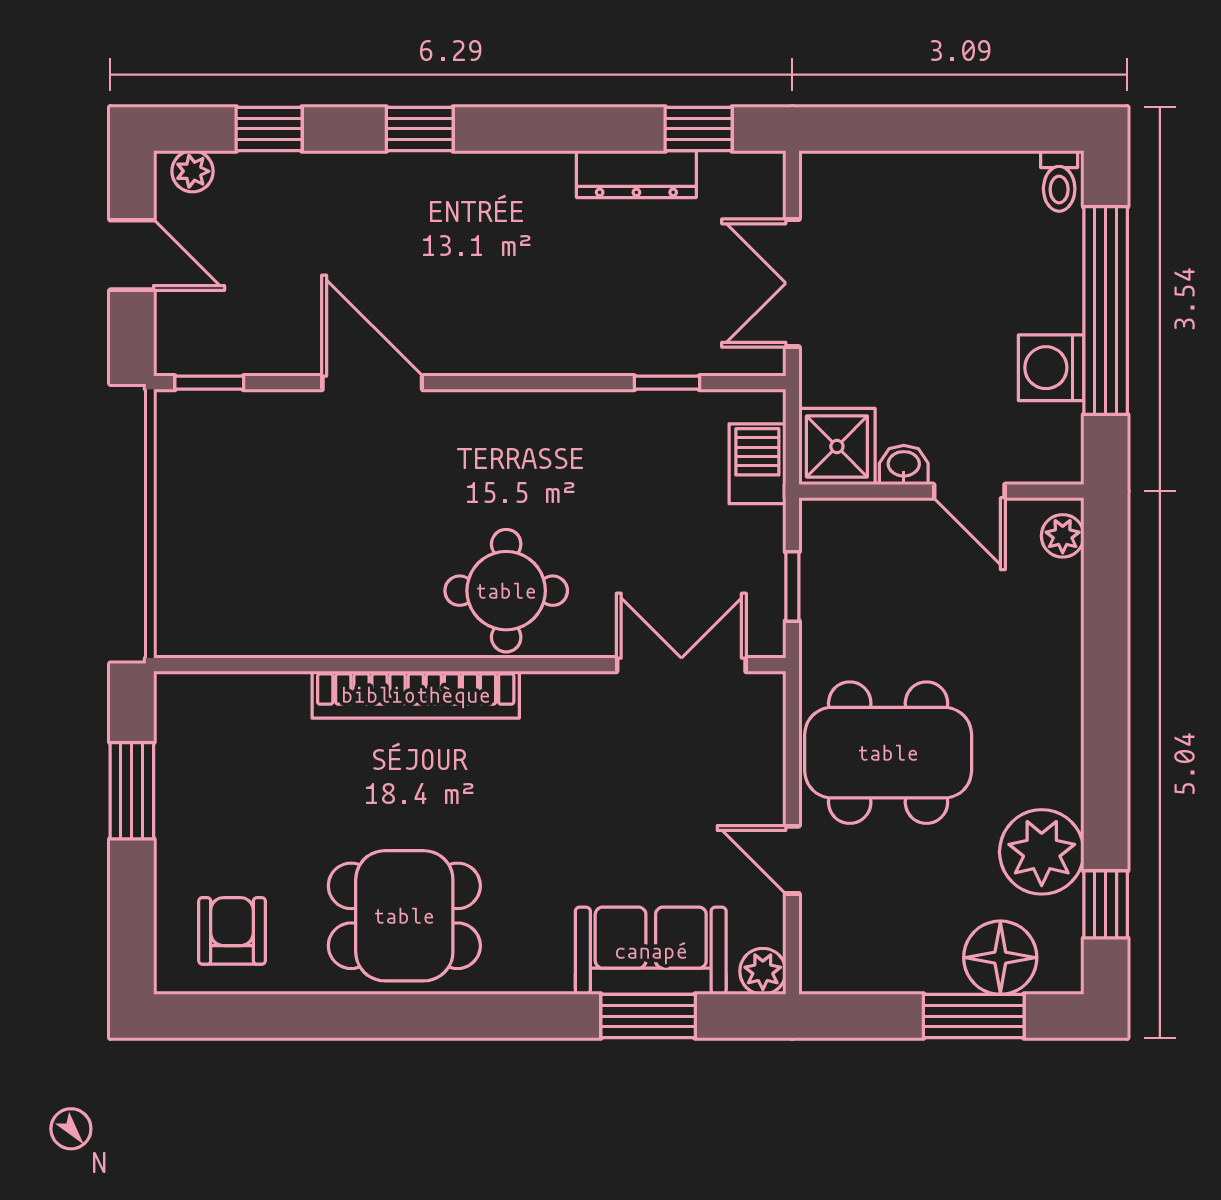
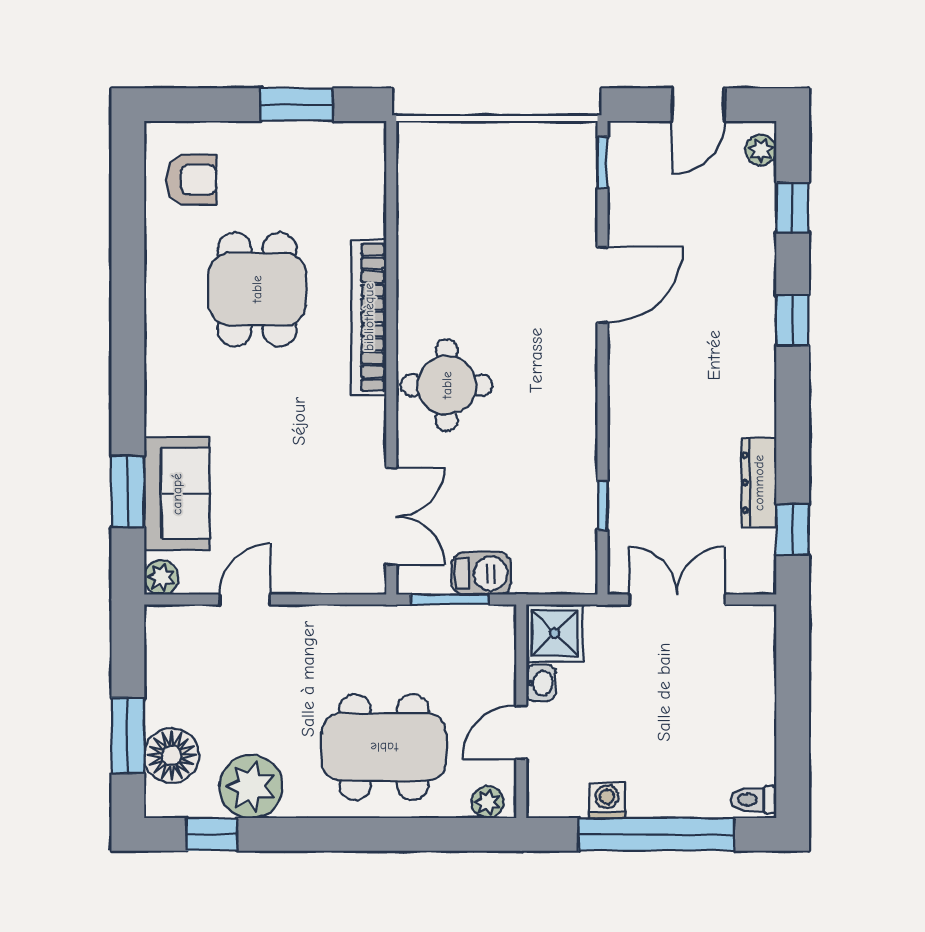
washing machine: (1051, 368) -> (607, 800), width x0.73, depth x0.73
barbecue: (757, 464) -> (481, 573), moved
window: (792, 586) -> (450, 600), width x1.50
dining table: (888, 753) -> (384, 747), moved, turned 90
dining table: (404, 916) -> (257, 289), moved

